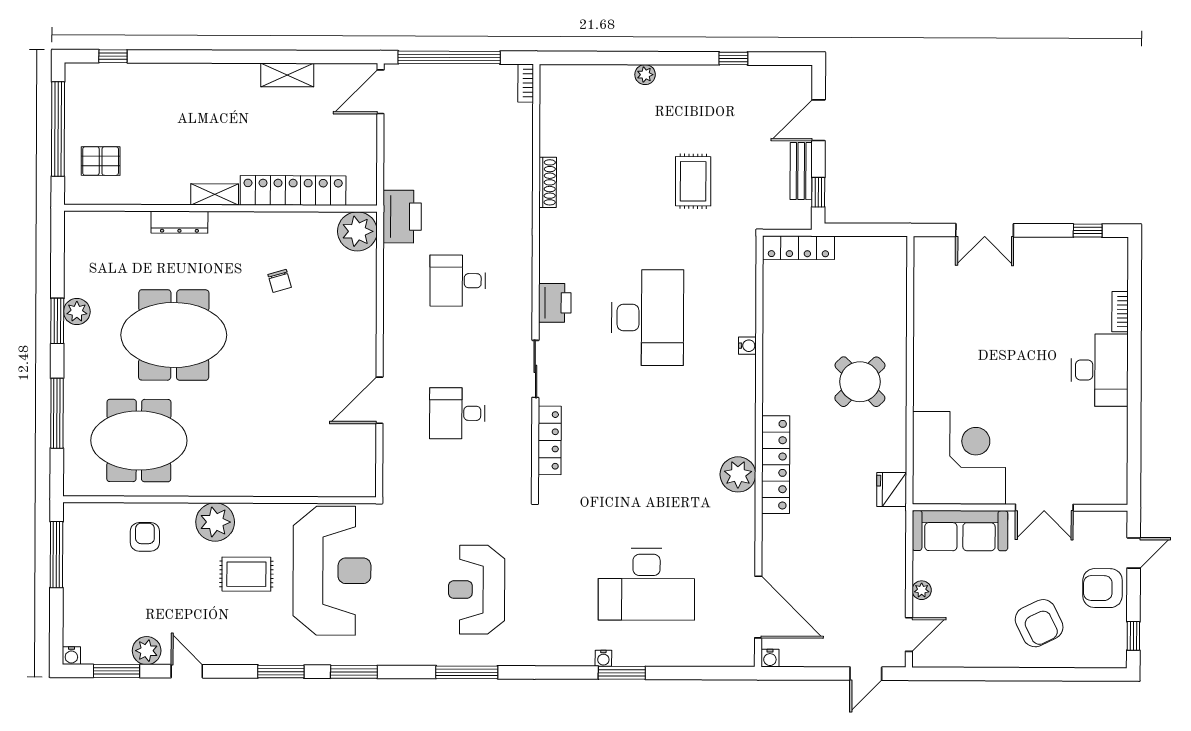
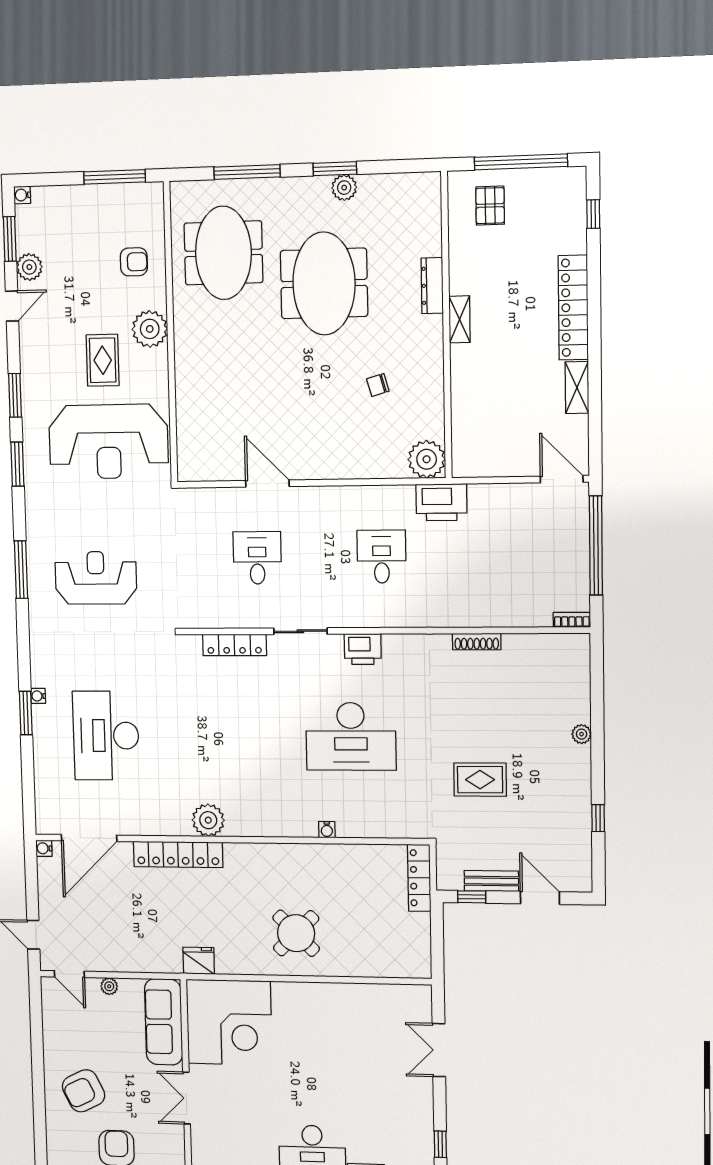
locker: (293, 191) -> (573, 308), moved, turned 180
locker: (776, 465) -> (178, 854), moved

